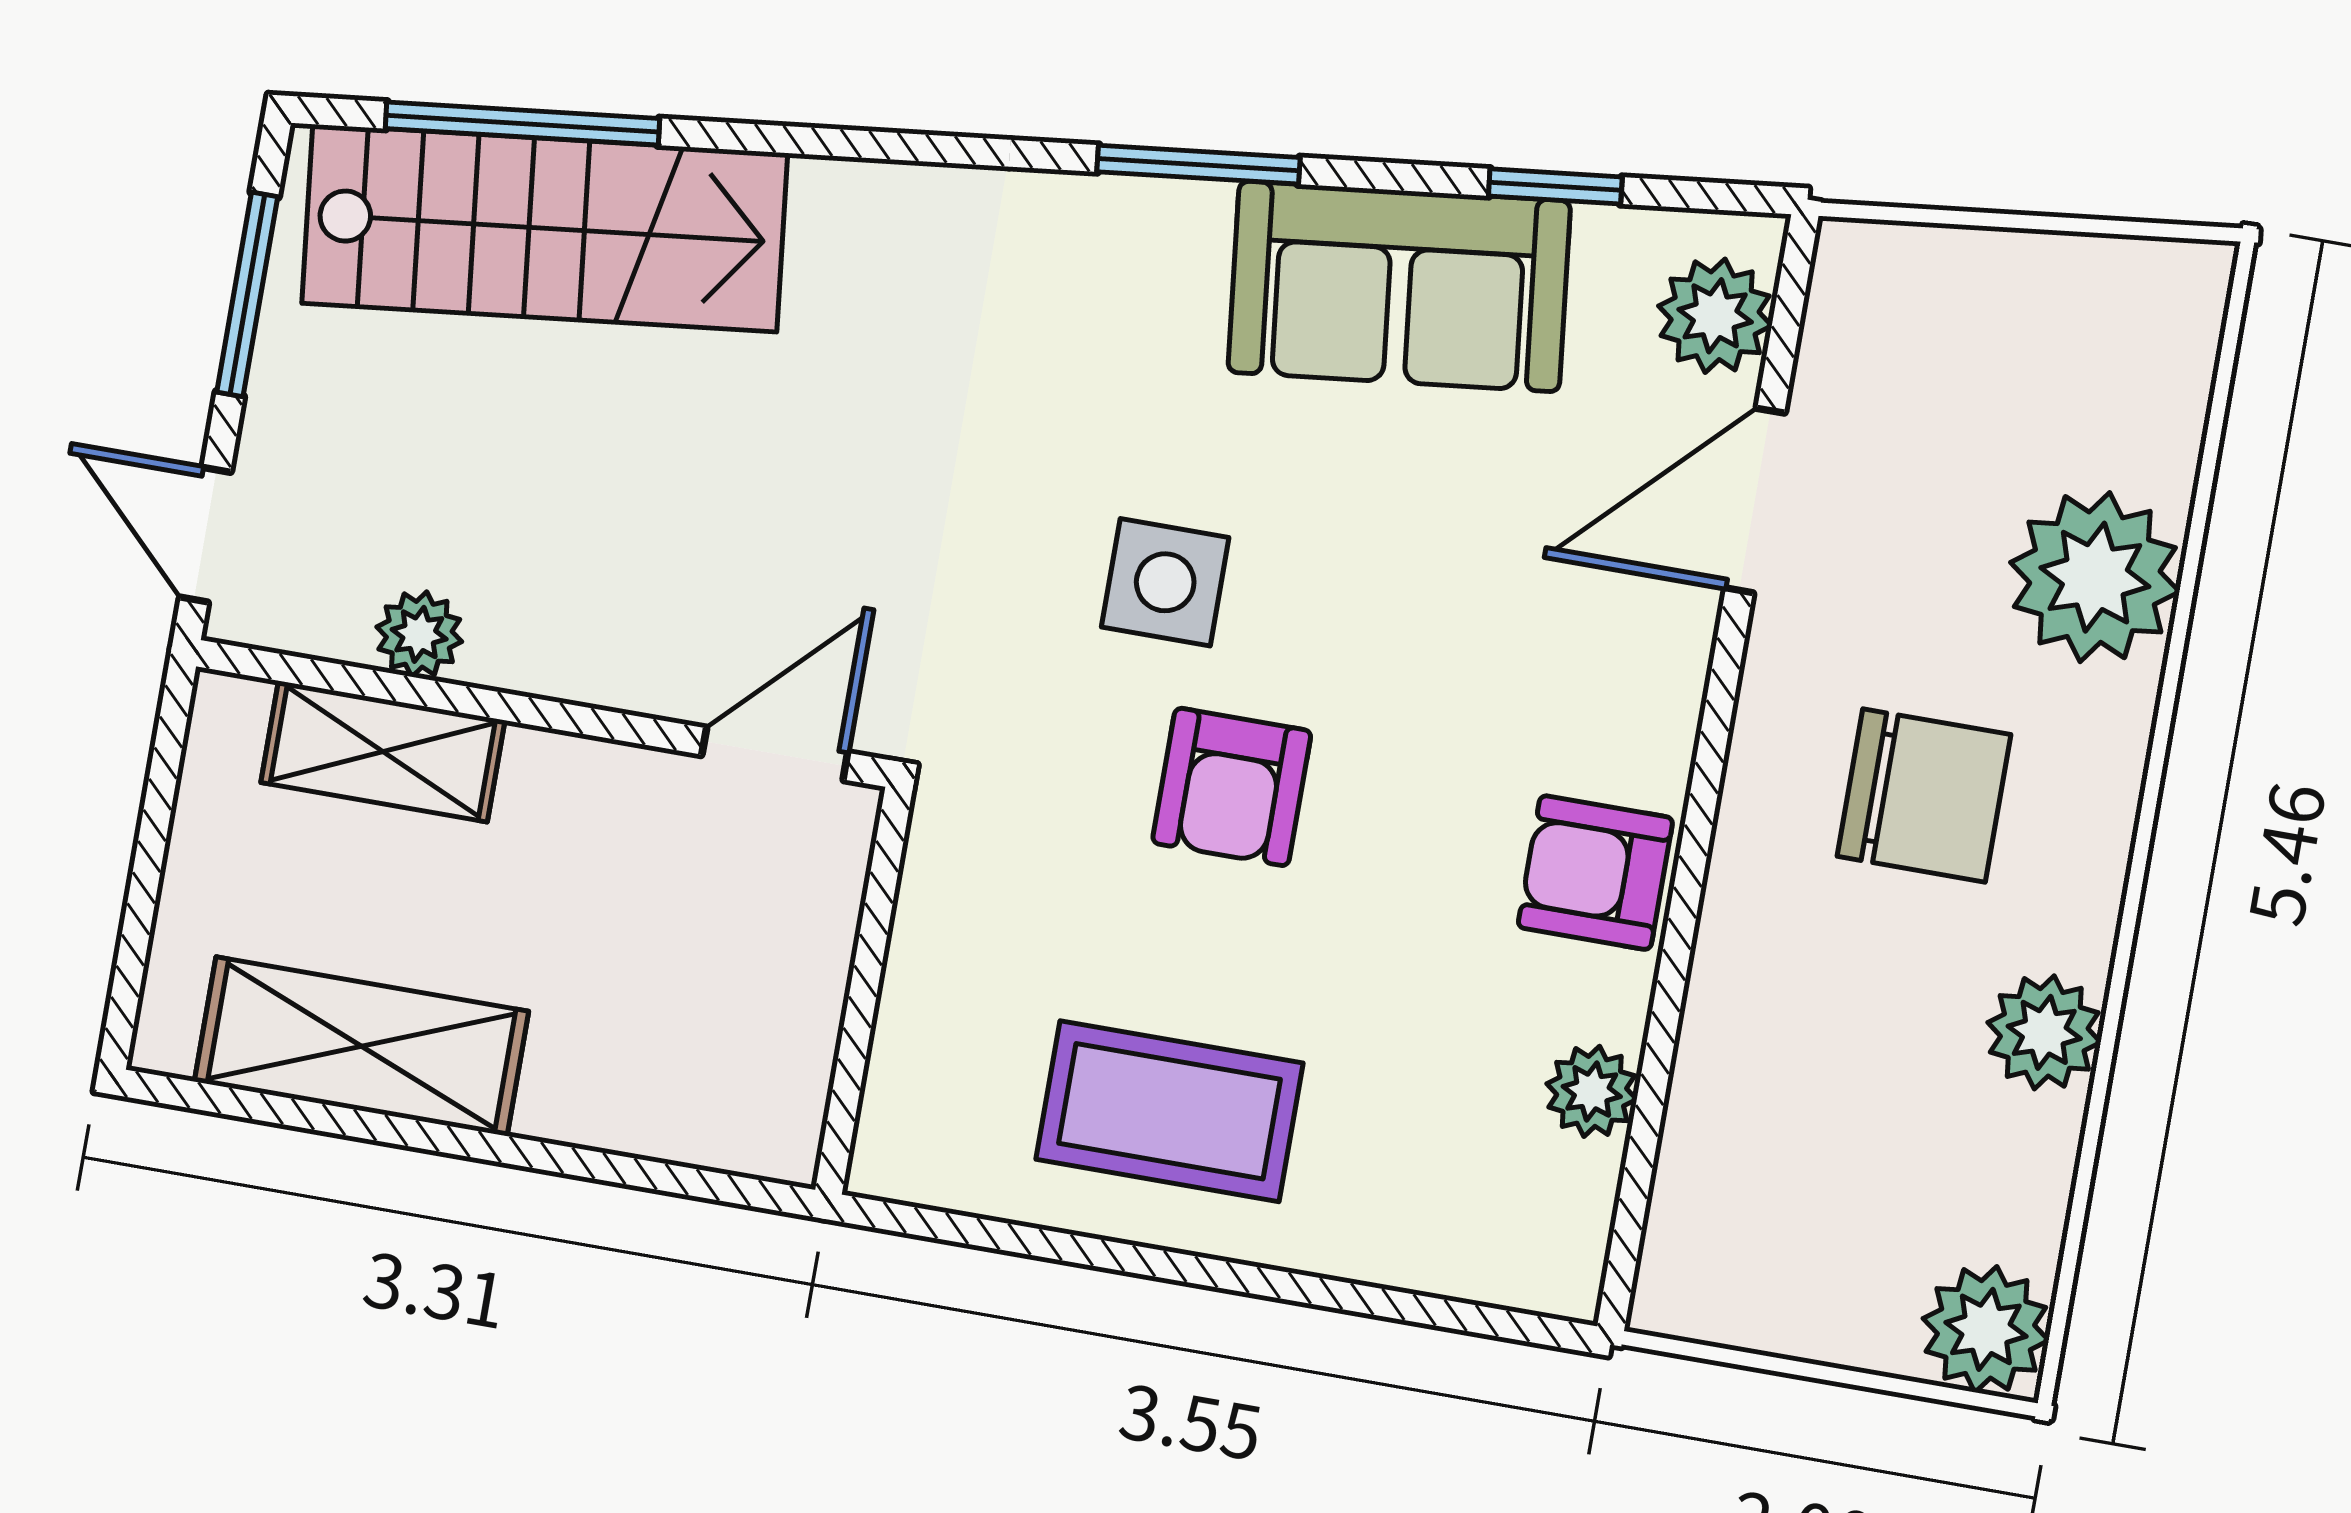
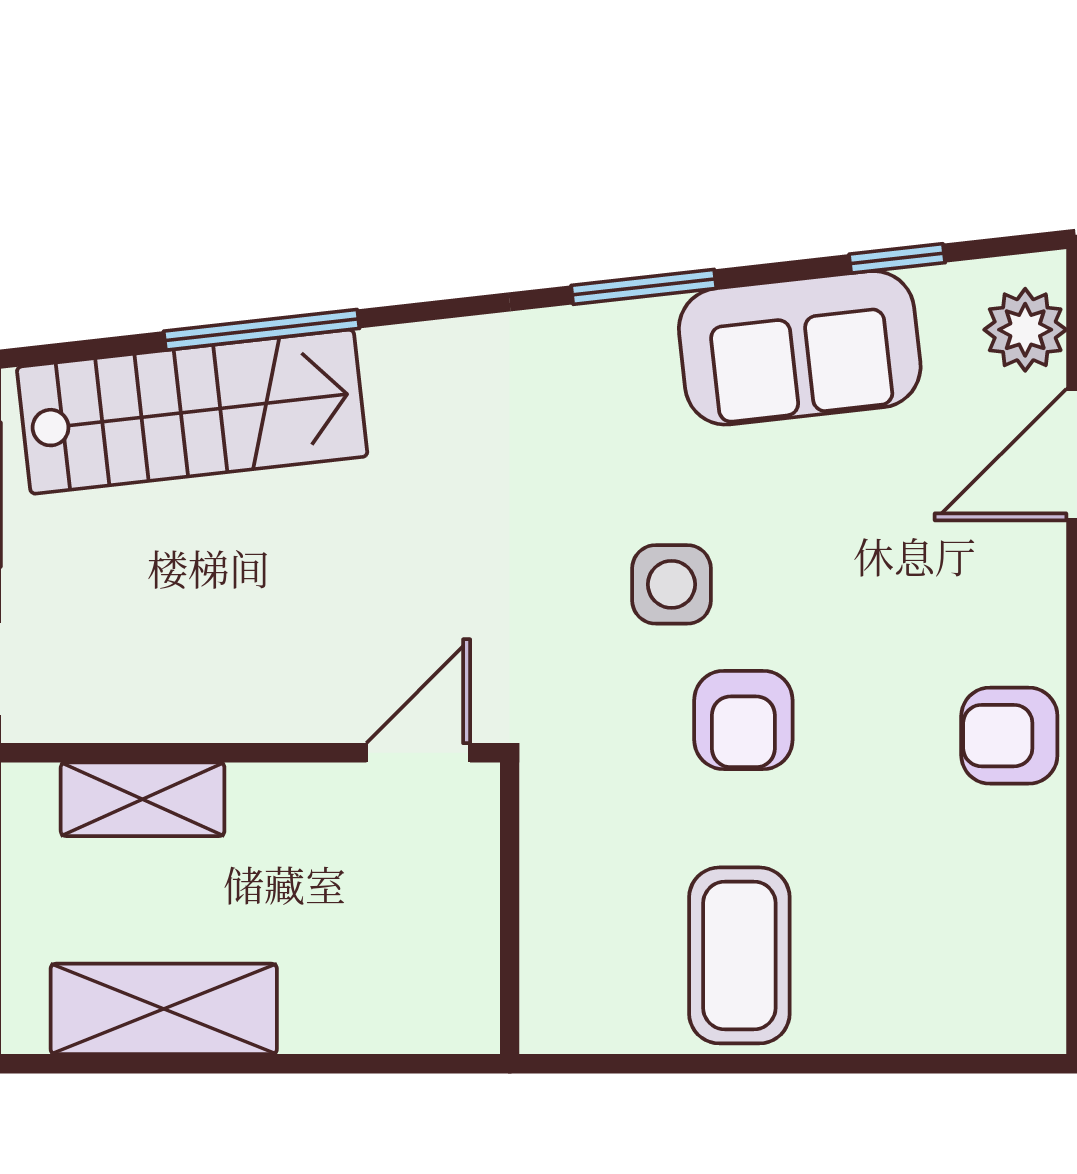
window: (522, 123) -> (262, 330), moved
plant: (419, 634) -> (154, 712), removed
plant: (1592, 1091) -> (1034, 890), removed
coffee table: (1170, 1111) -> (739, 955), turned 90

